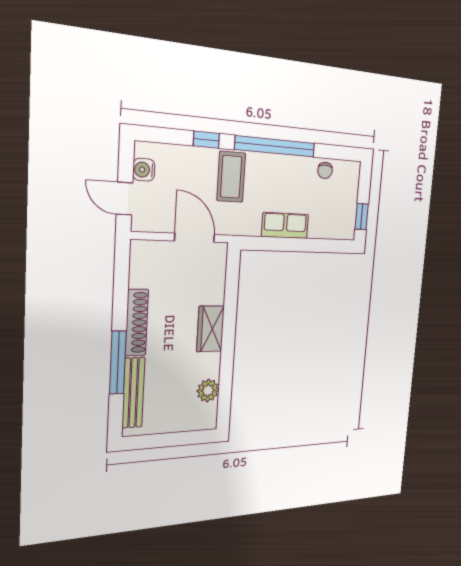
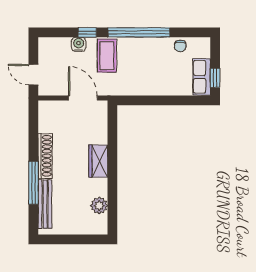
water cooler: (144, 170) -> (79, 44), moved, turned 90
row of seats: (285, 225) -> (202, 77), moved, turned -90

